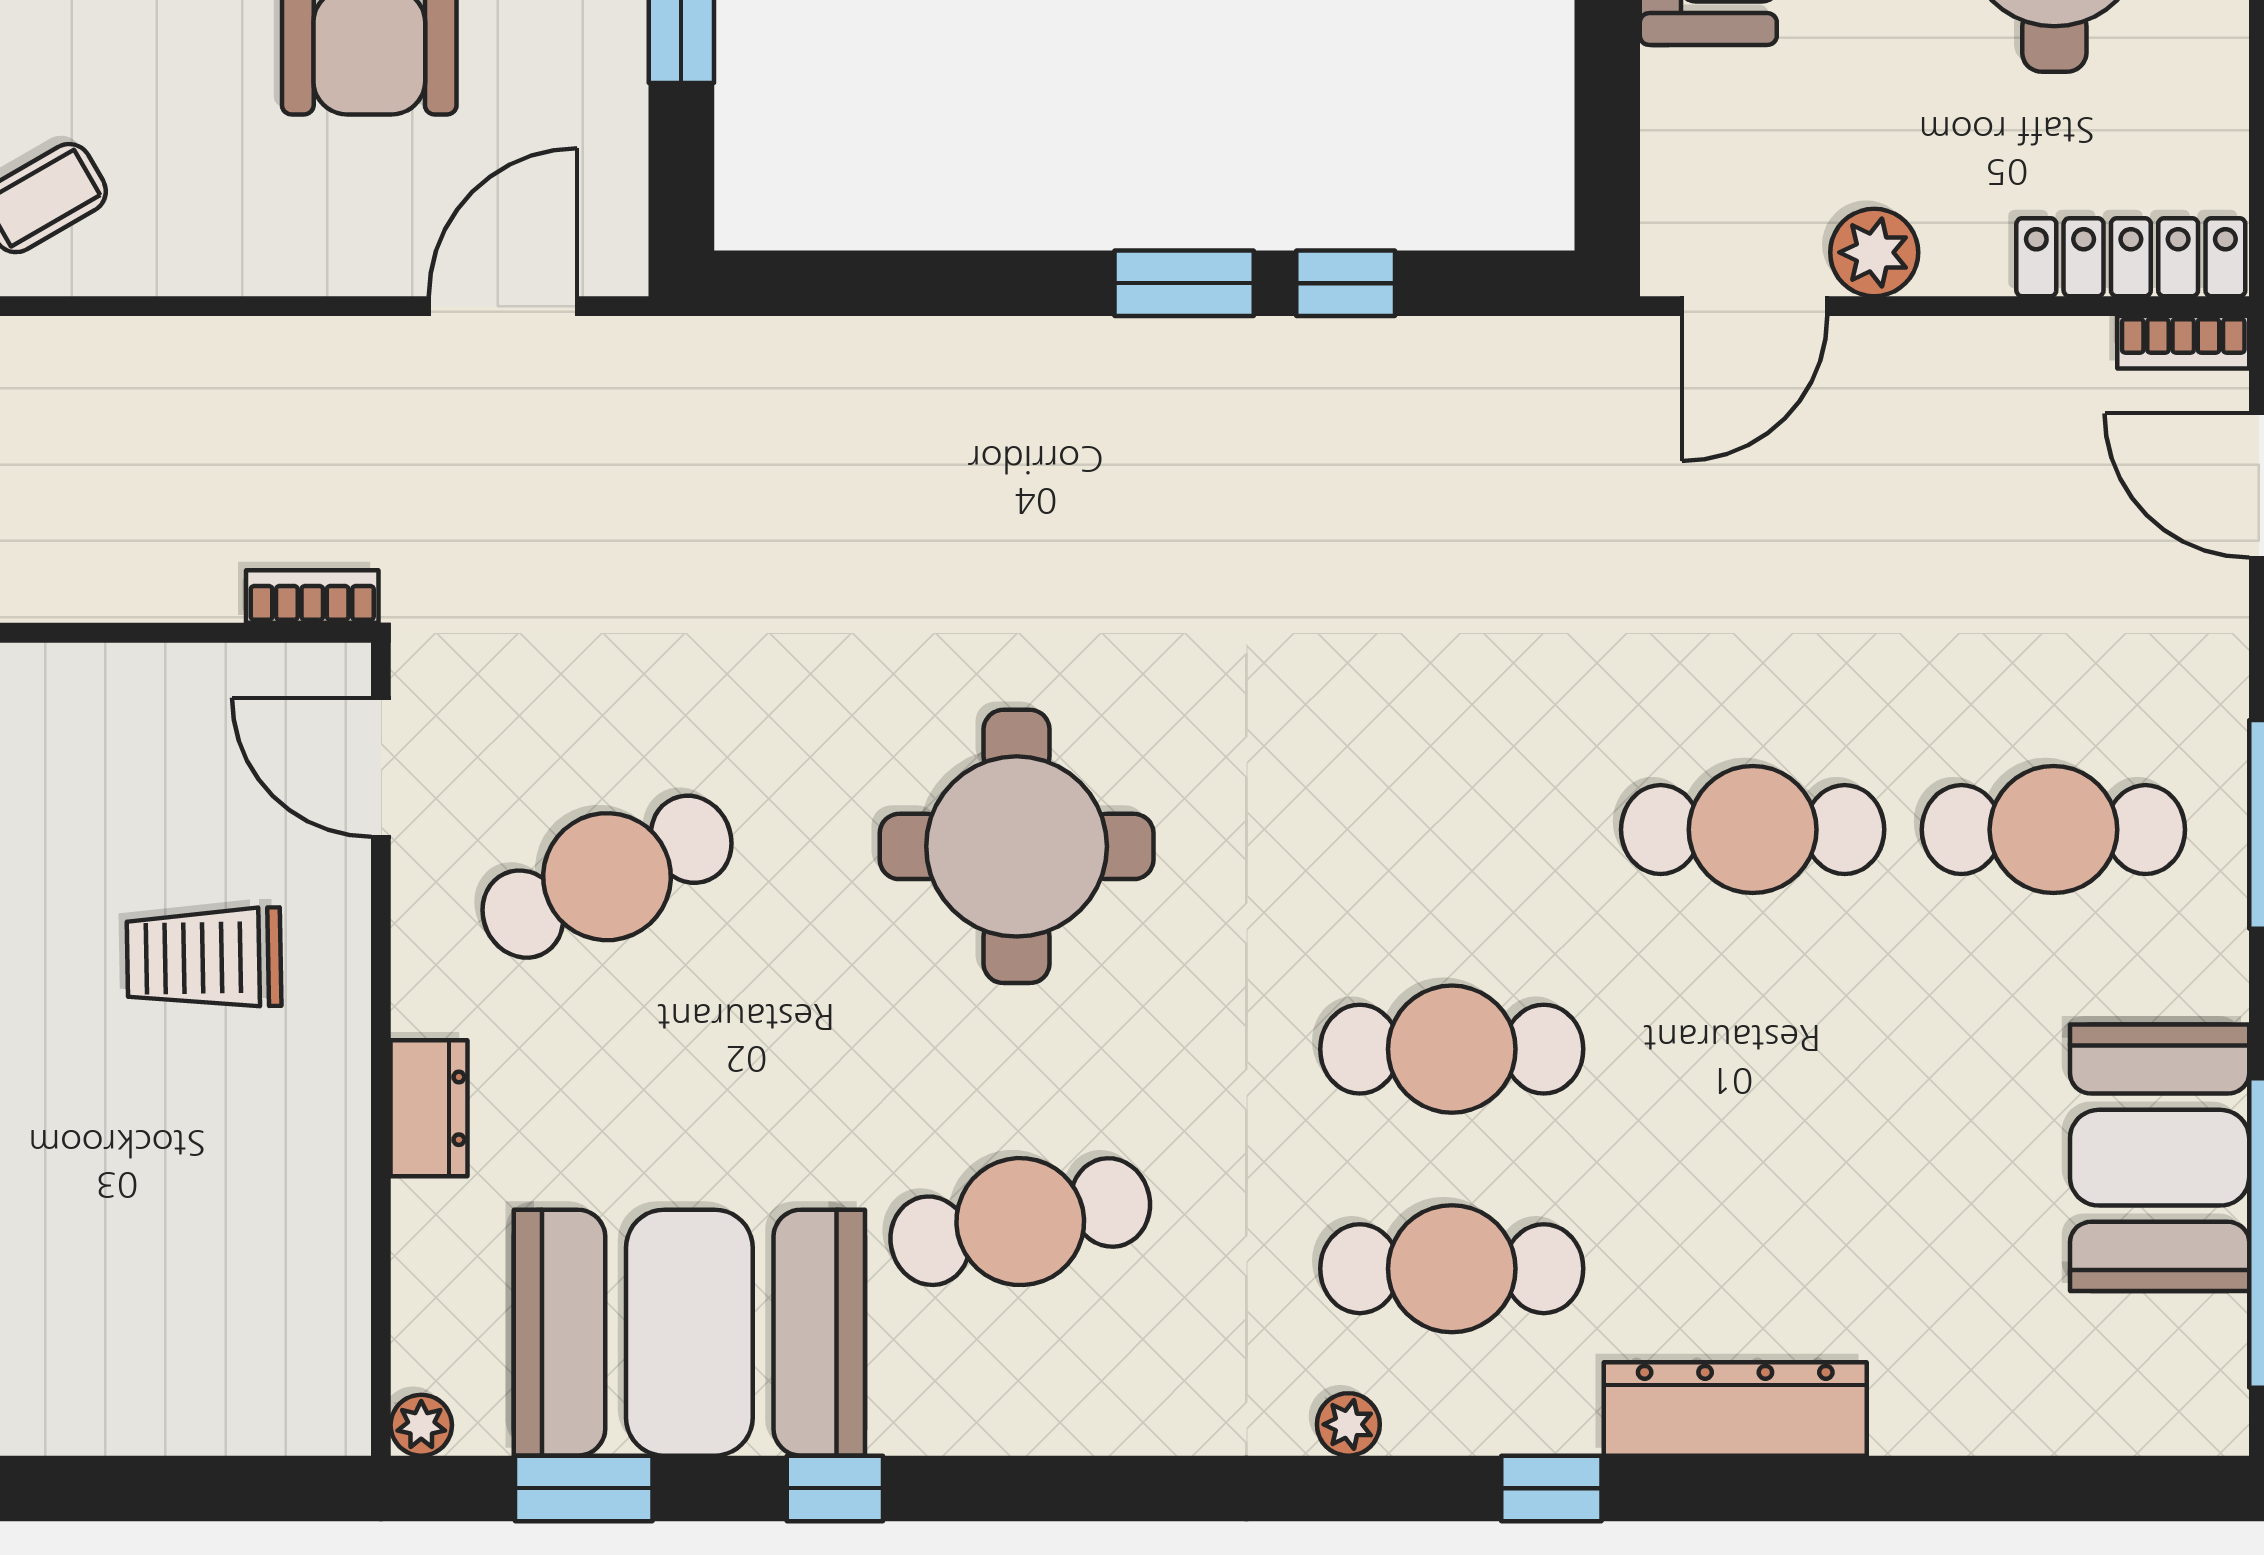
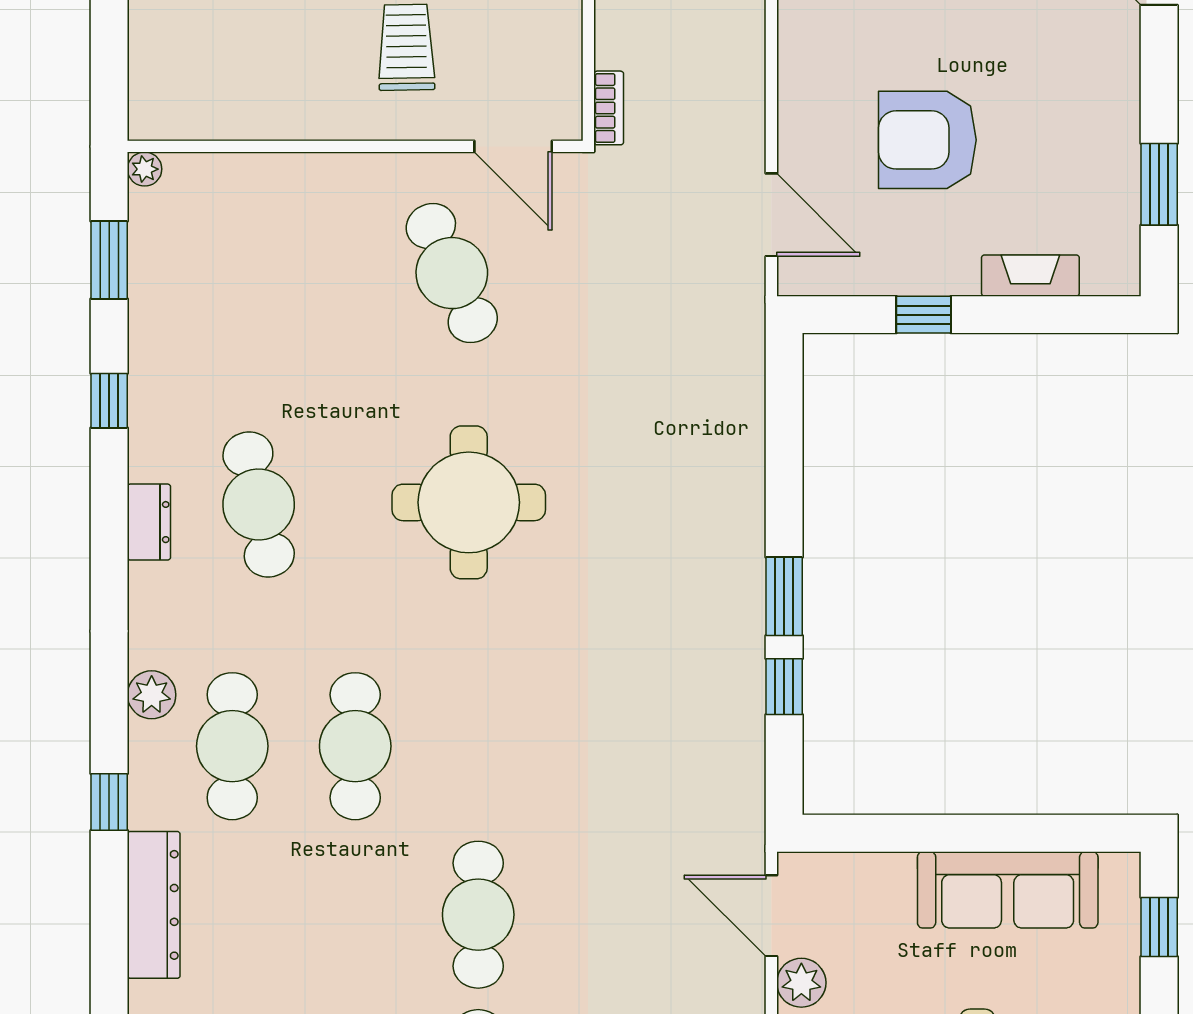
door: (381, 767) -> (513, 146), swing flipped
dresser: (429, 1108) -> (149, 522), moved, turned -90
booth: (689, 1333) -> (196, 319), removed
plant: (1348, 1424) -> (152, 695), width x1.38, depth x1.38

